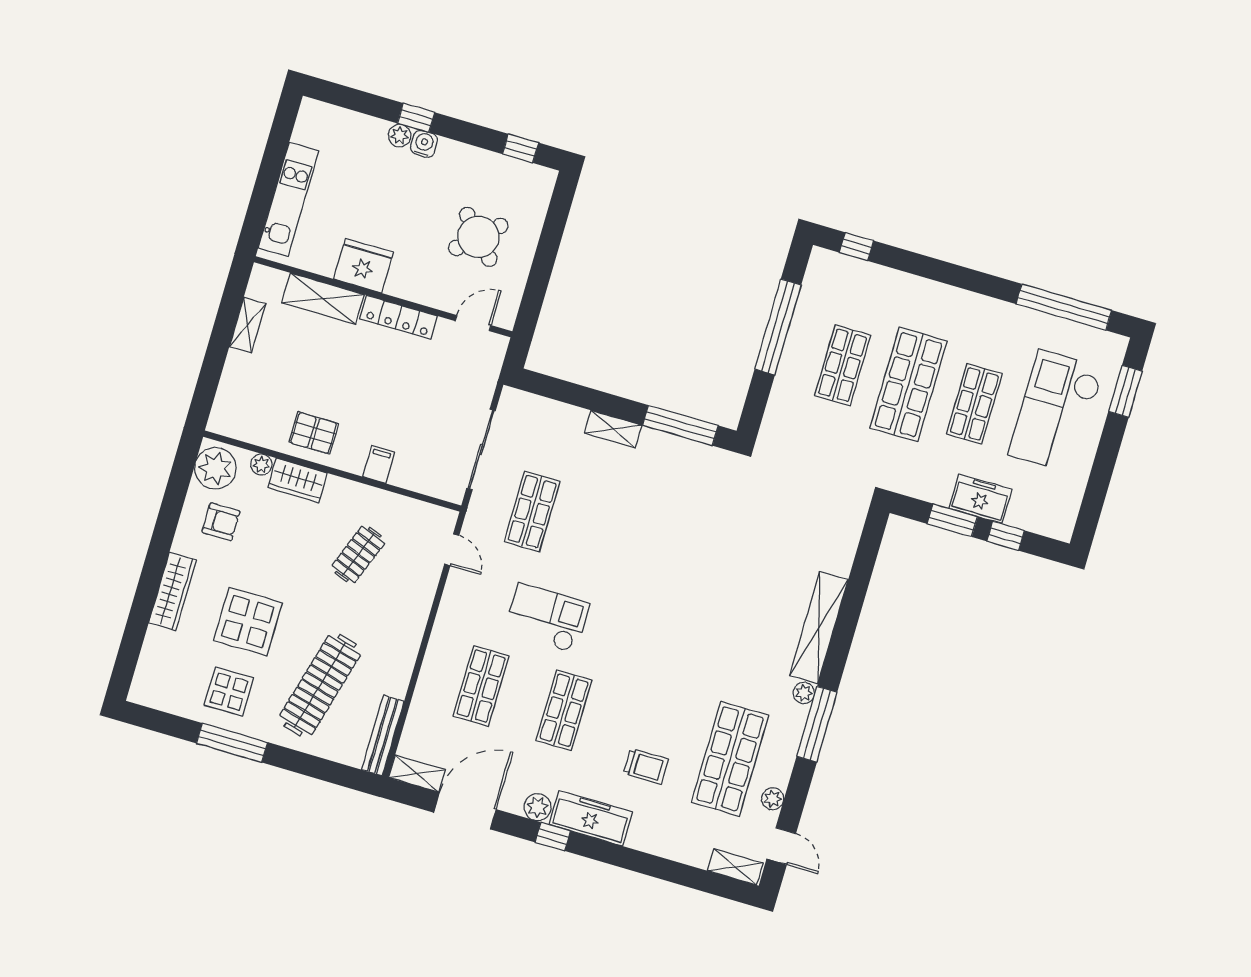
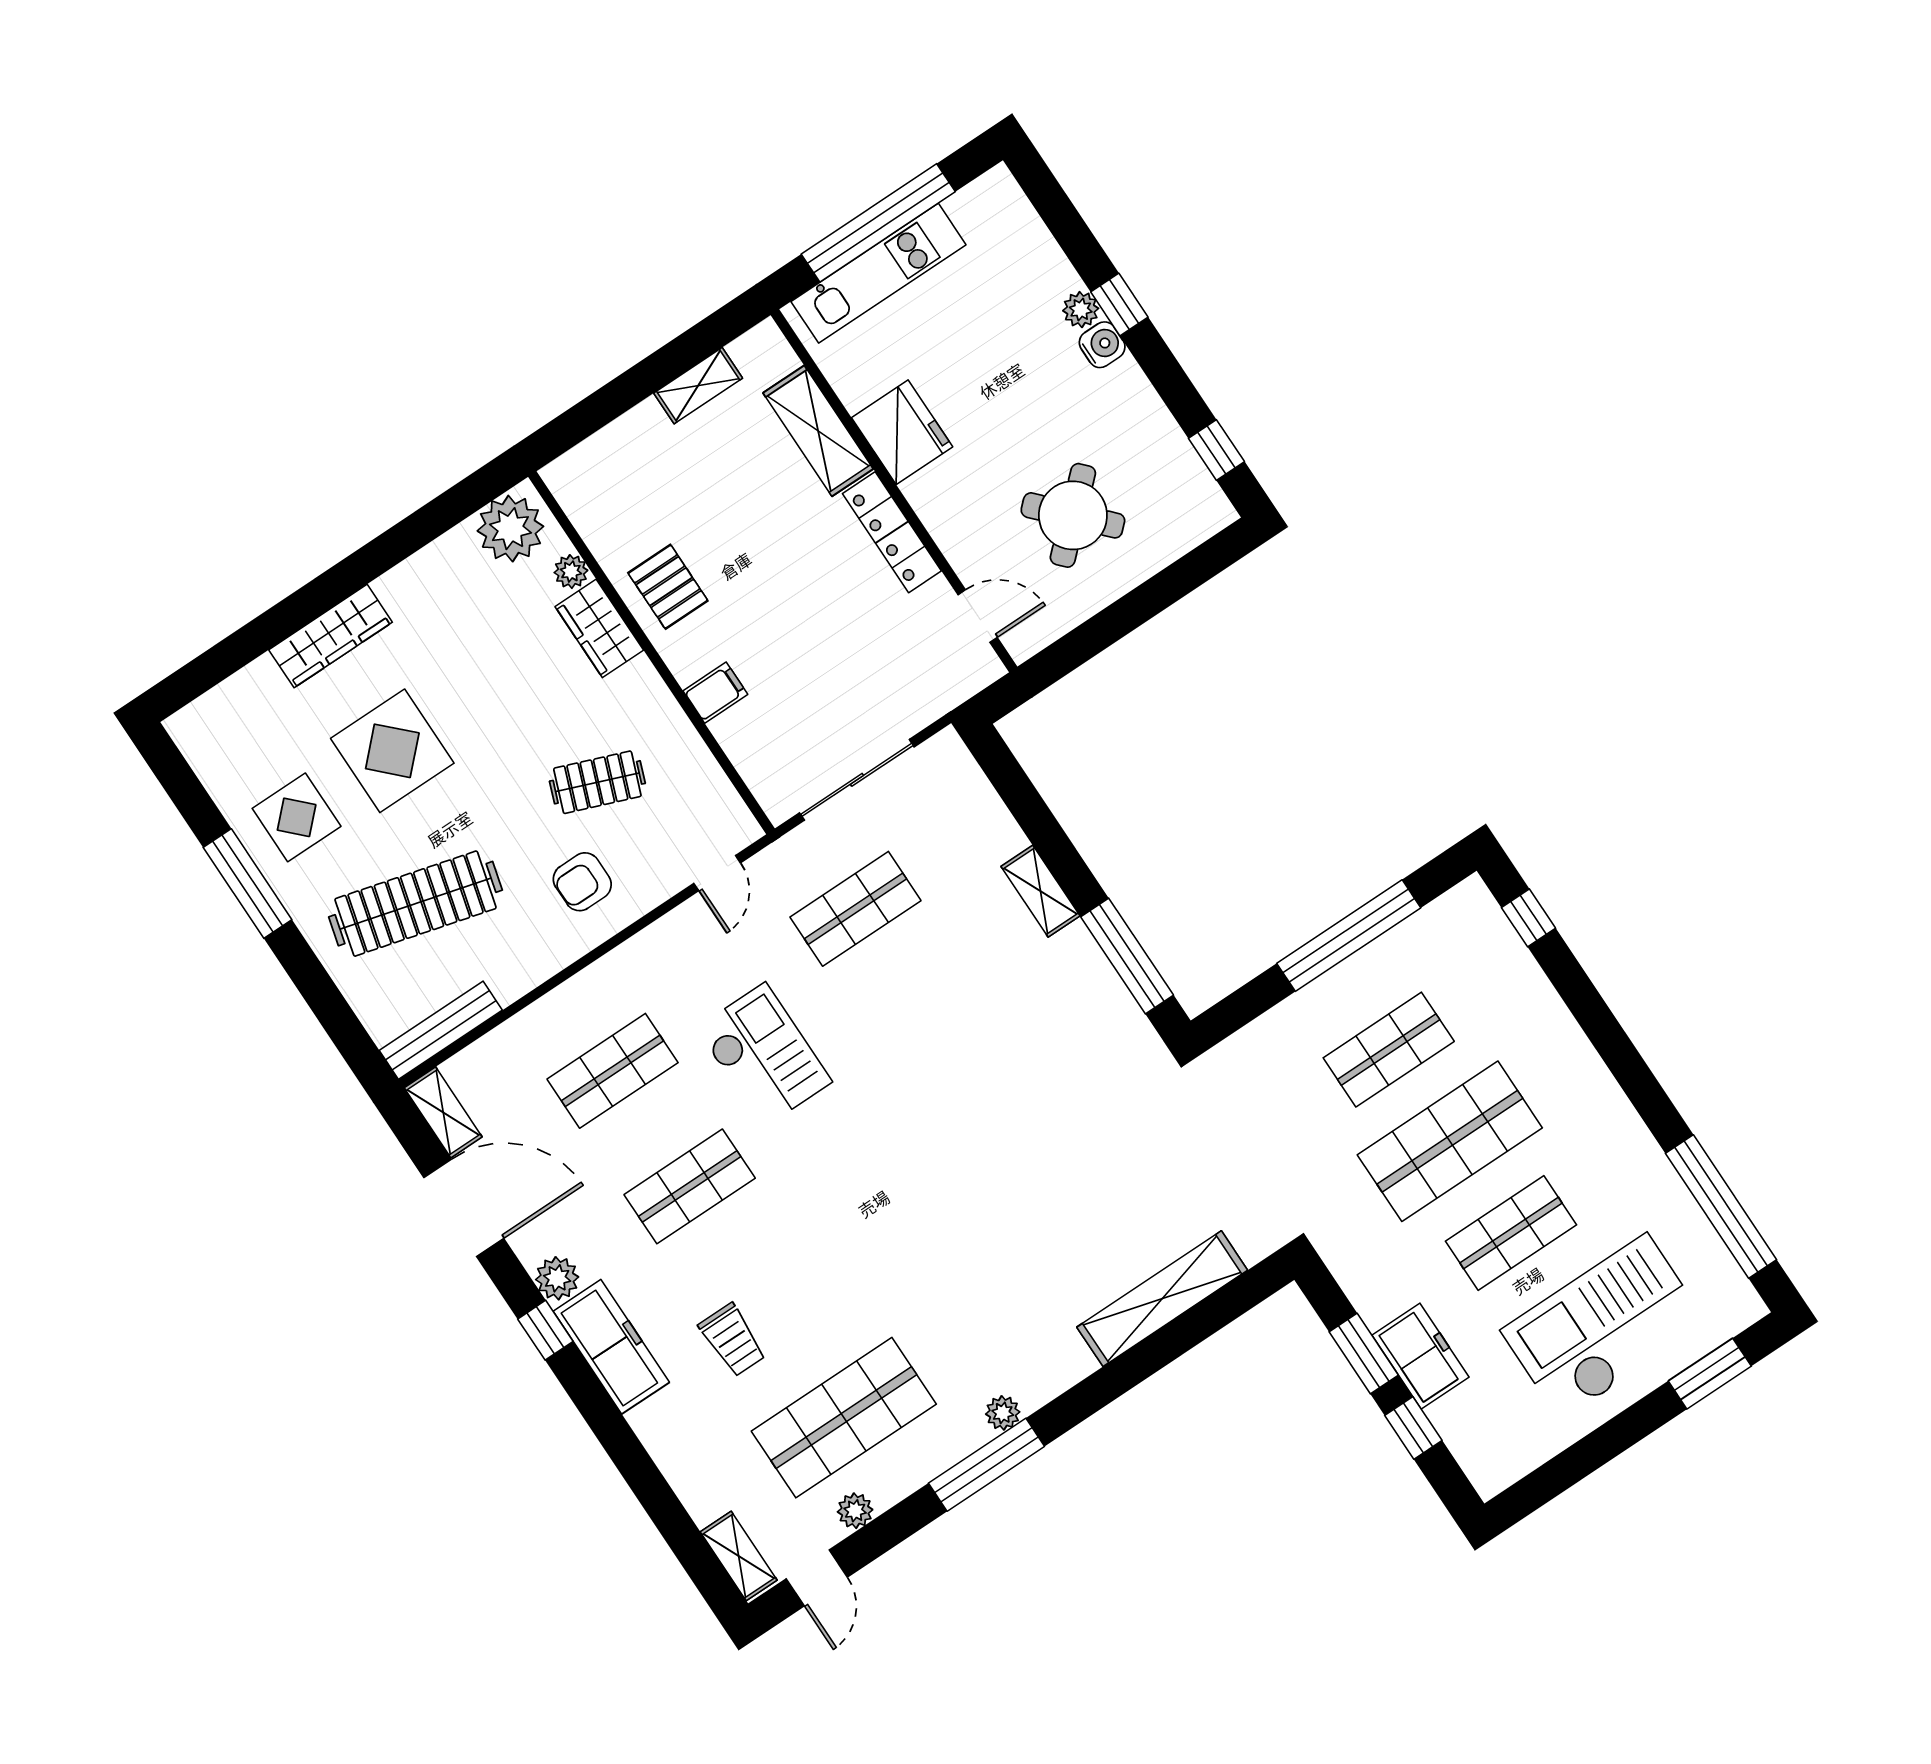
window: (268, 175) -> (878, 223), added
armchair: (221, 522) -> (582, 882), moved, turned 90
shelving: (819, 628) -> (1162, 1299), moved

